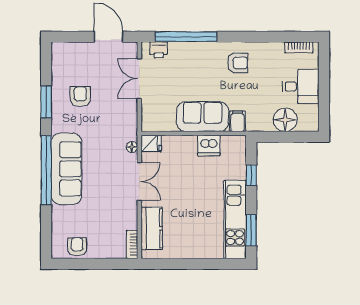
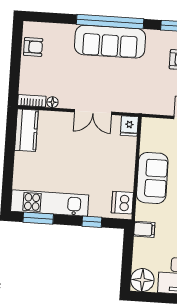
floor lamp: (285, 120) -> (142, 280), moved
filing cabinet: (238, 121) -> (144, 229), moved
dishwasher: (209, 145) -> (122, 203), moved
floor lamp: (132, 147) -> (52, 102), moved
kitchen counter: (152, 228) -> (26, 130), moved, turned -90

